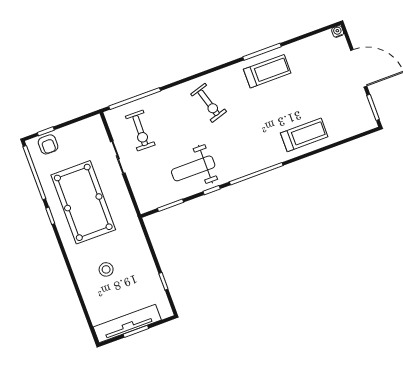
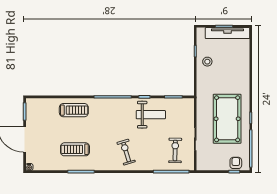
treadmill: (267, 71) -> (75, 149), moved
treadmill: (304, 135) -> (74, 110), turned 180
stool: (106, 269) -> (207, 62), moved

